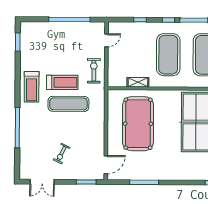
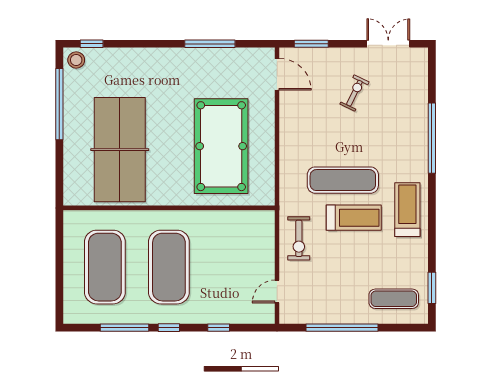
exercise mat: (40, 36) -> (394, 299), added
treadmill: (62, 82) -> (354, 218), turned 180
shelving: (138, 82) -> (222, 219), removed
door: (106, 165) -> (277, 74), swing flipped

